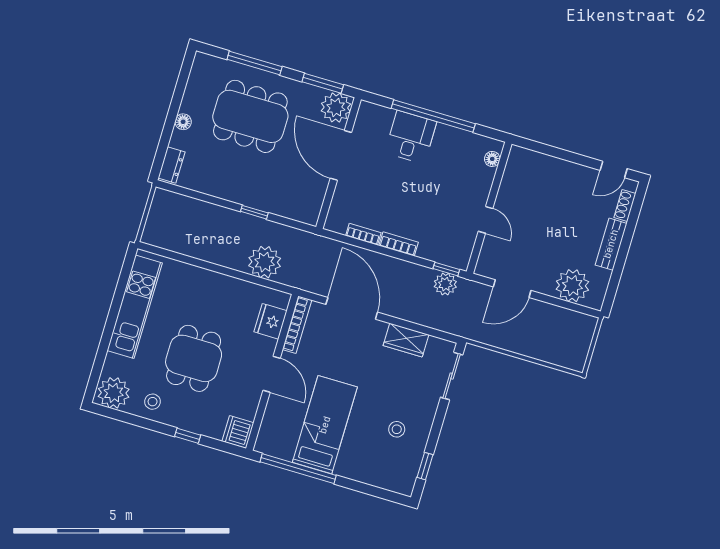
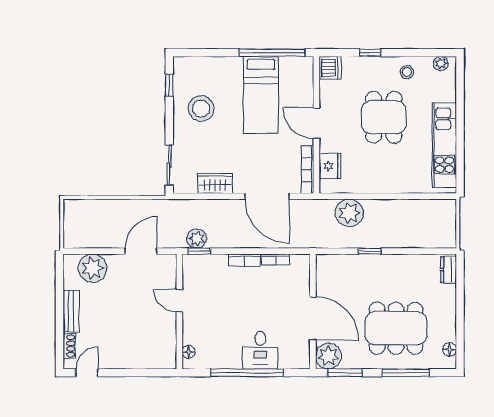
floor lamp: (183, 122) -> (450, 349), moved
plant: (114, 393) -> (441, 64), width x0.53, depth x0.53
stool: (397, 429) -> (201, 108), width x1.89, depth x1.89

